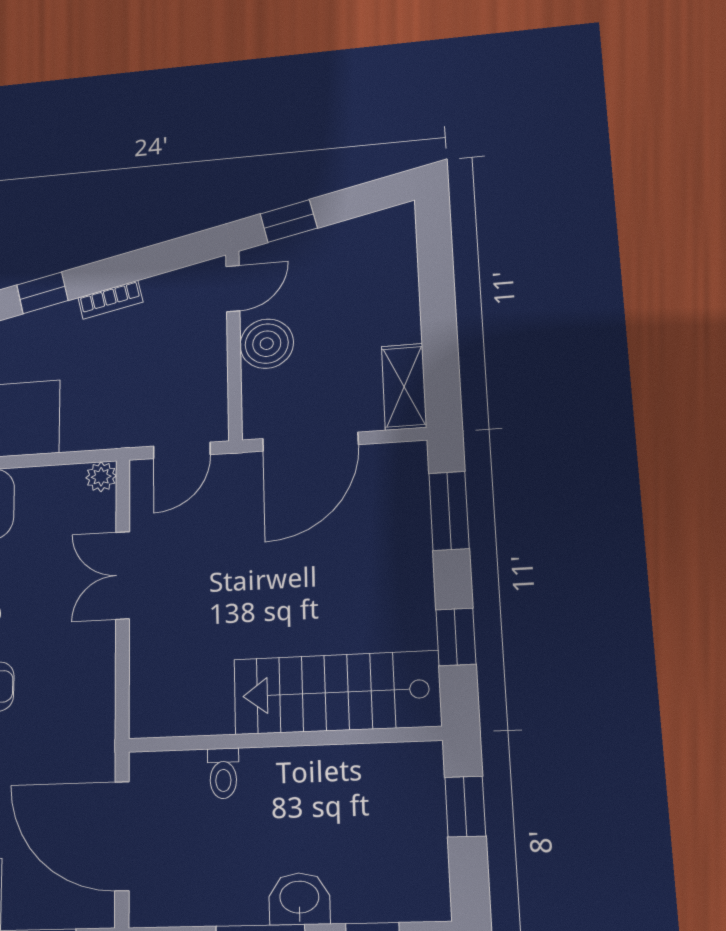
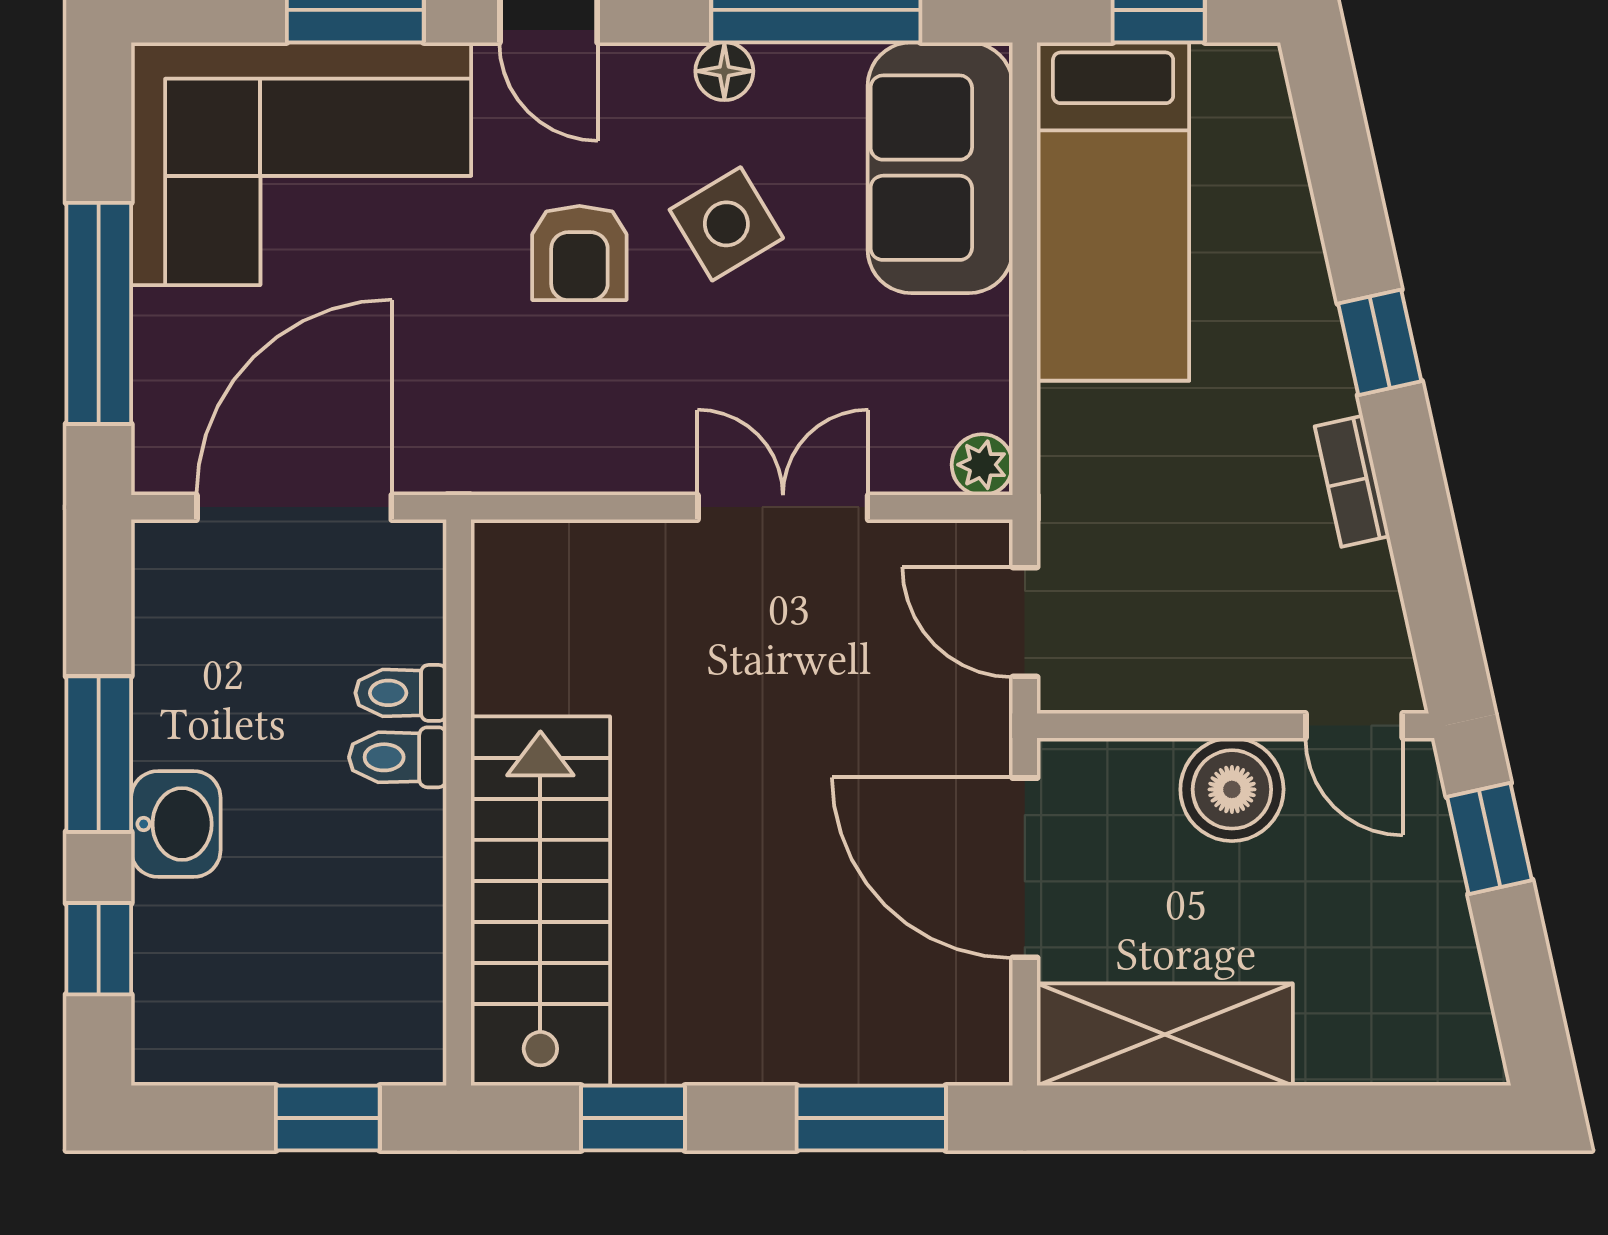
shelving: (404, 387) -> (1165, 1034), width x1.50, depth x1.33
toilet: (259, 774) -> (398, 757), added

